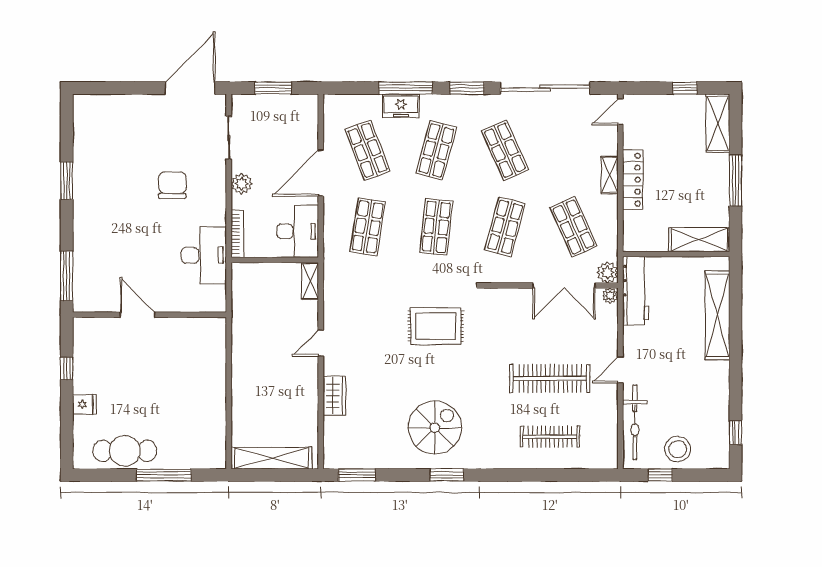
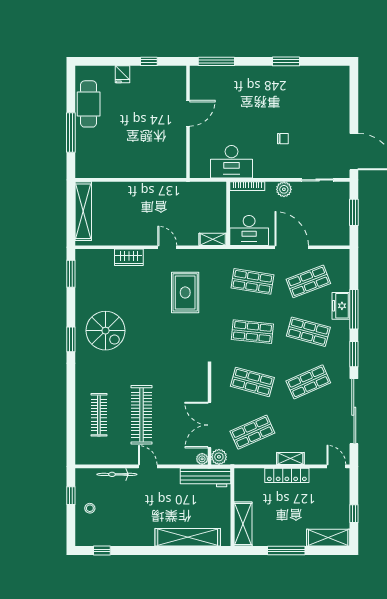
chair: (172, 185) -> (283, 139), width x0.54, depth x0.54
rug: (436, 326) -> (185, 292), moved
bicycle: (635, 422) -> (117, 474), width x0.73, depth x0.71
stool: (678, 449) -> (90, 508), width x0.53, depth x0.53

